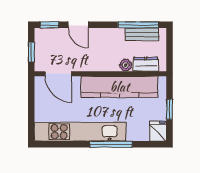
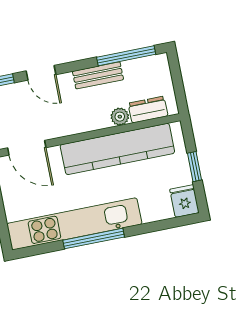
bench: (142, 34) -> (98, 75), moved
window: (111, 144) -> (94, 239), moved

